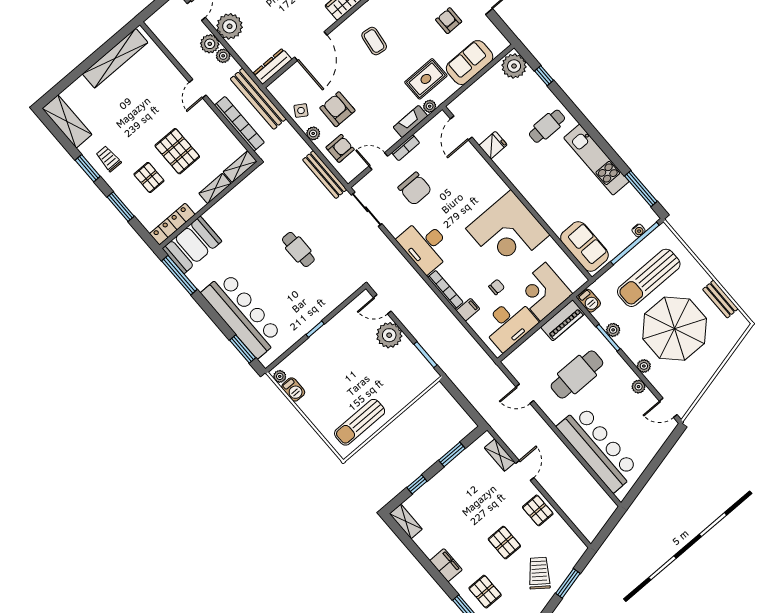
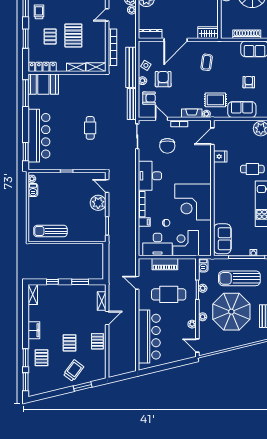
bench: (258, 99) -> (131, 67), moved
piano: (563, 320) -> (165, 264), moved

